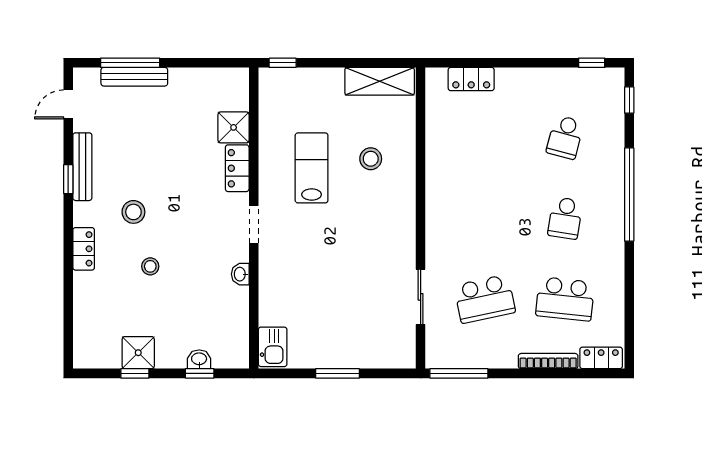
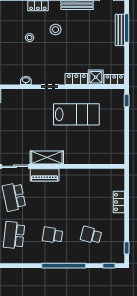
locker: (471, 79) -> (119, 202), moved
shelving: (380, 81) -> (47, 157), moved, turned 90
locker: (238, 89) -> (114, 79), added
stool: (371, 159) -> (81, 143), removed
lab bench: (312, 168) -> (76, 114), width x1.36, depth x1.39
piano: (439, 235) -> (45, 175), added

